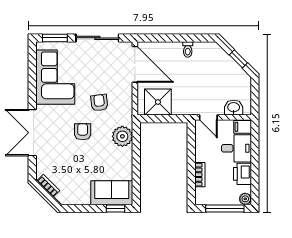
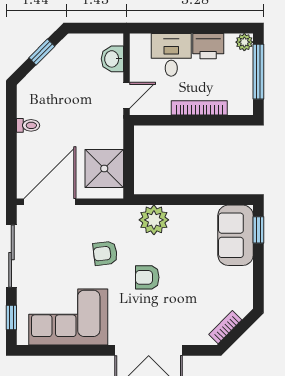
window: (55, 38) -> (11, 318), width x0.67
filing cabinet: (243, 127) -> (140, 46), removed
bookcase: (200, 175) -> (199, 108), width x1.56

